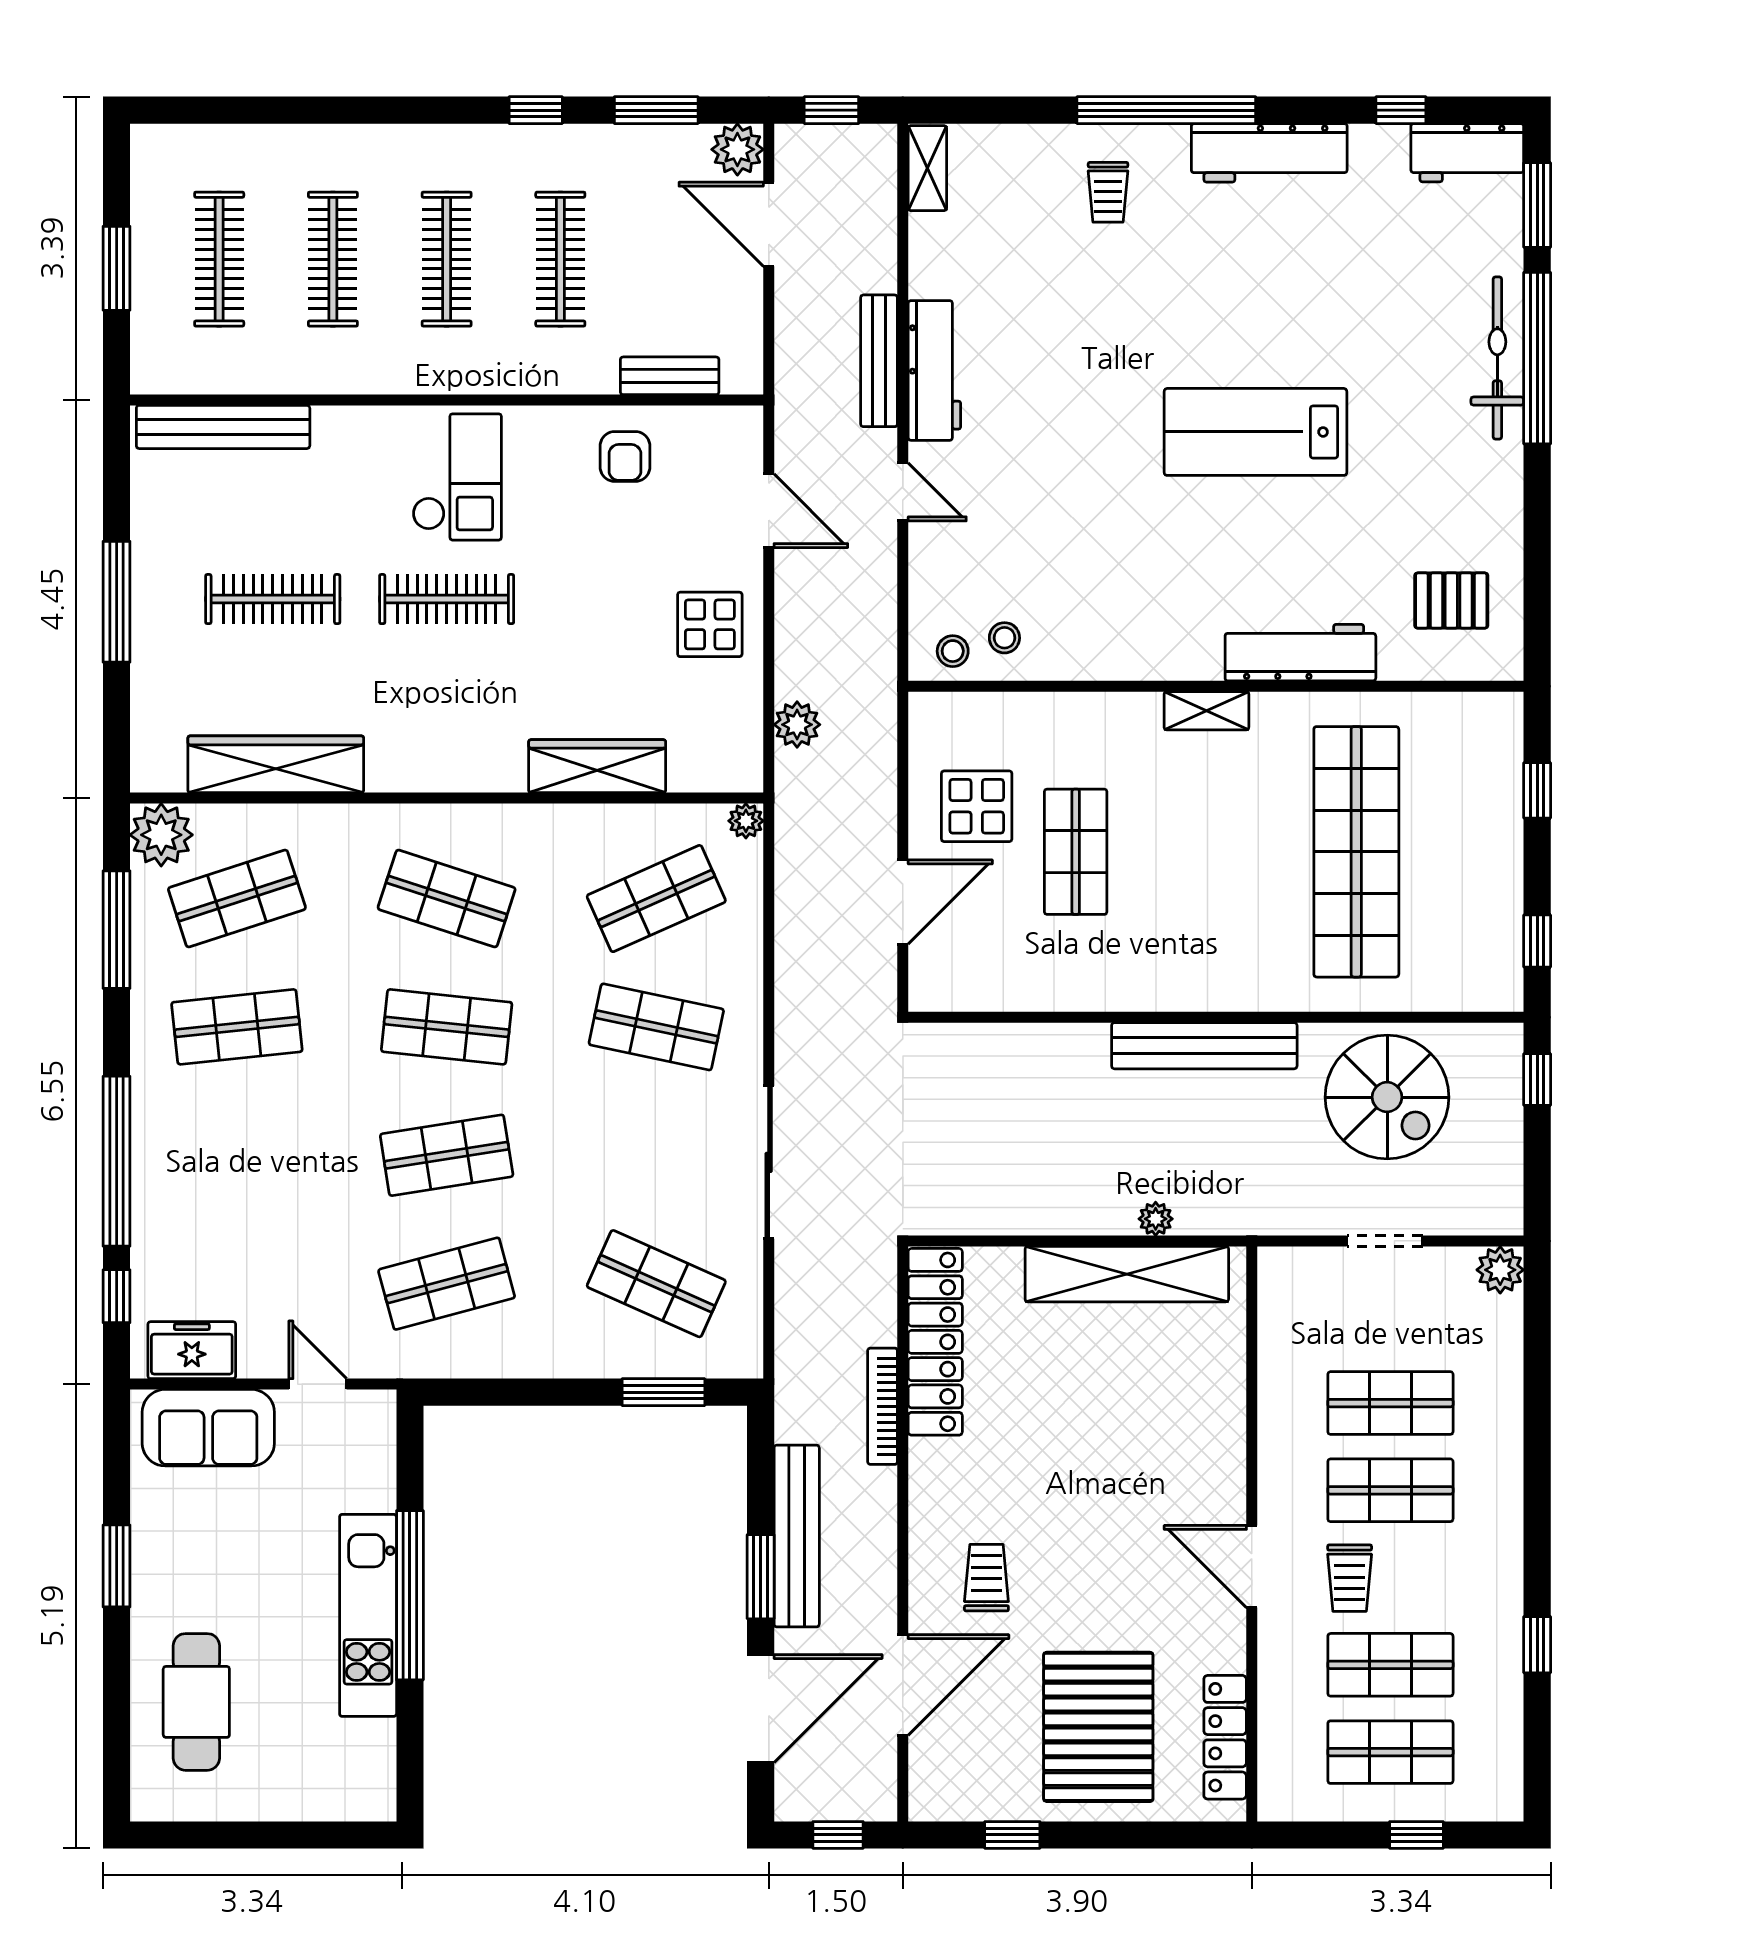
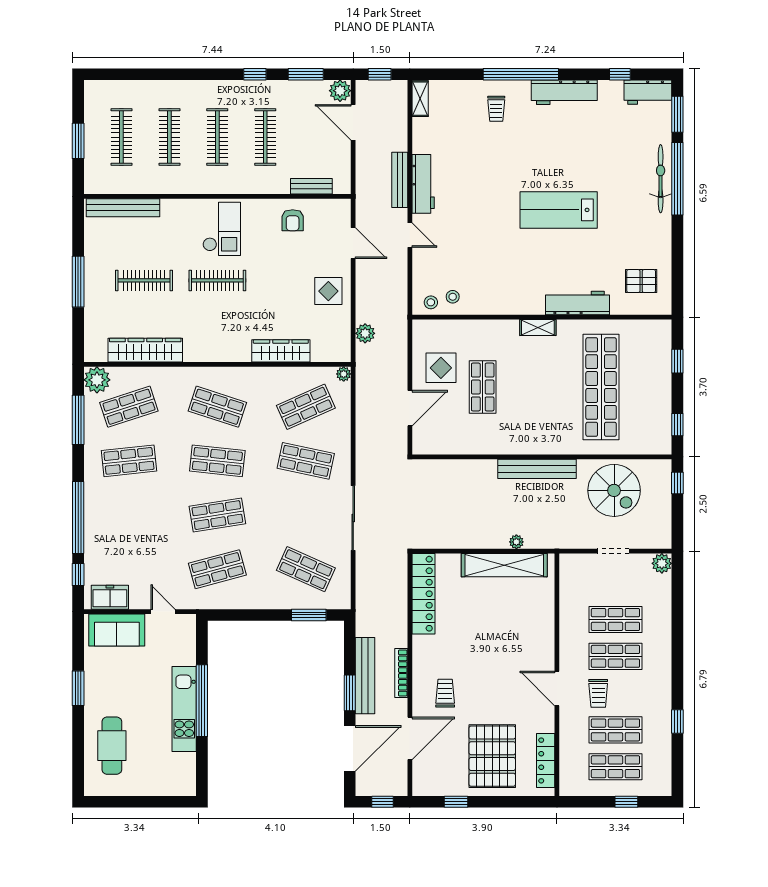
bookcase: (883, 1406) -> (401, 673), moved

